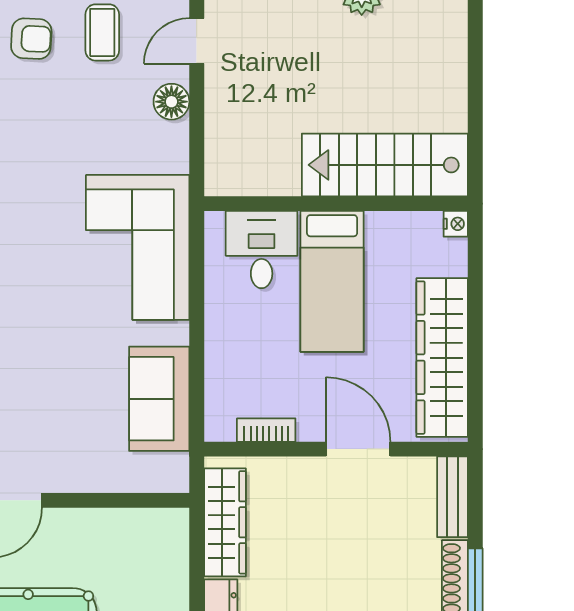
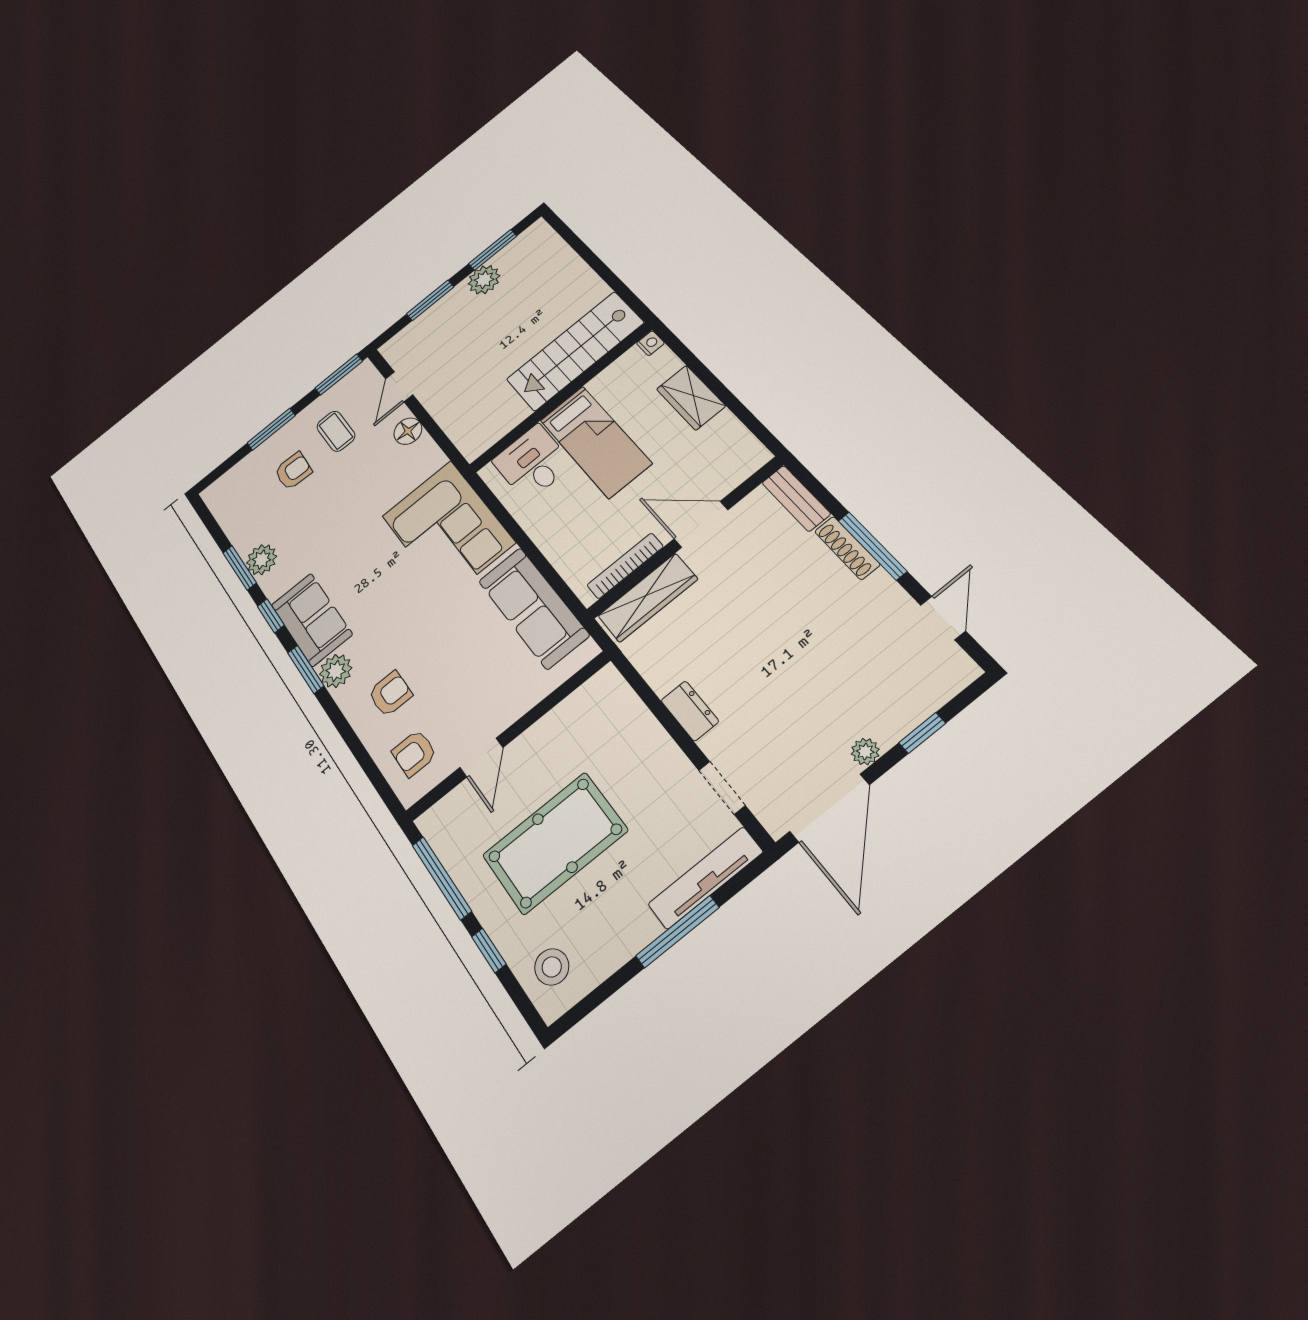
wardrobe: (442, 358) -> (691, 398), width x0.48, depth x0.85
sofa: (159, 399) -> (533, 608), width x1.36
bookcase: (266, 430) -> (625, 566), width x1.56
wardrobe: (225, 522) -> (648, 598), moved, turned 90

